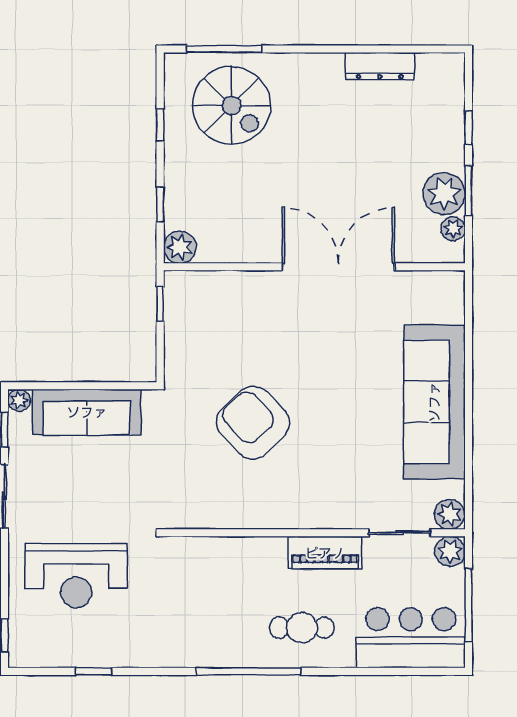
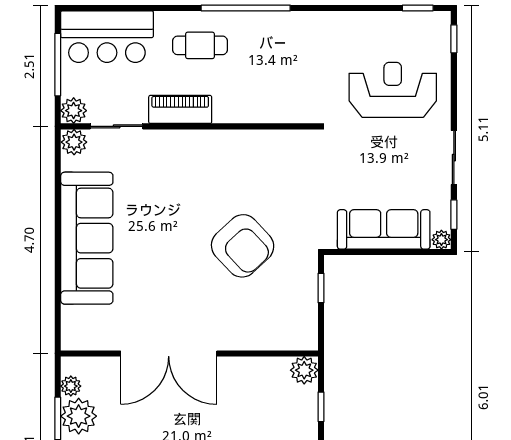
window: (160, 304) -> (321, 288), moved
armchair: (253, 423) -> (243, 246), moved
window: (94, 671) -> (418, 8), moved

